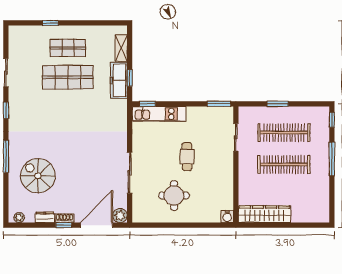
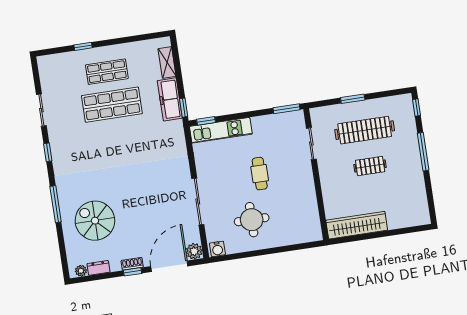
window: (130, 78) -> (184, 108), moved
clothes rail: (284, 164) -> (370, 166), width x0.54, depth x0.76
water cooler: (227, 216) -> (217, 249), moved
dresser: (45, 217) -> (98, 268), moved

